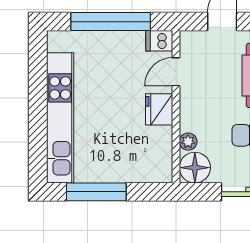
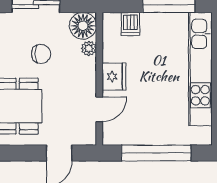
dishwasher: (159, 41) -> (130, 24), moved, turned 90

